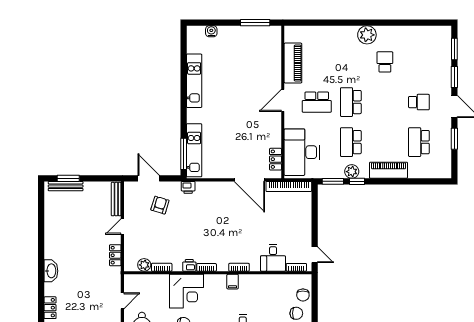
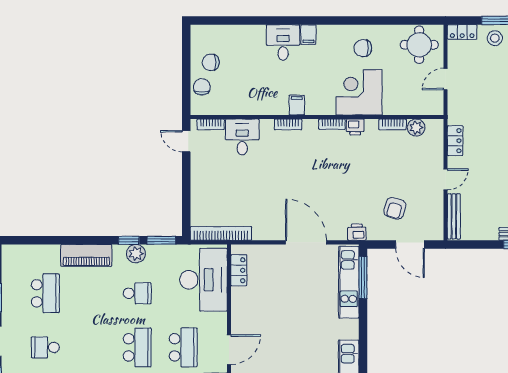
school desk: (317, 102) -> (183, 347), turned 90
school desk: (351, 142) -> (137, 293), width x0.54
door: (249, 180) -> (306, 242), moved

